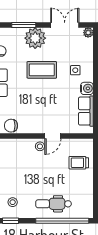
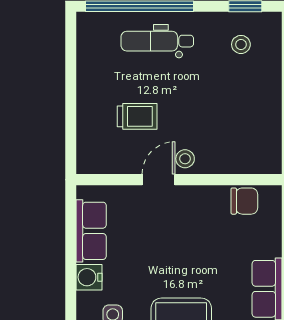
trolley: (79, 163) -> (137, 116), moved
dental chair: (54, 204) -> (157, 41), turned 180

